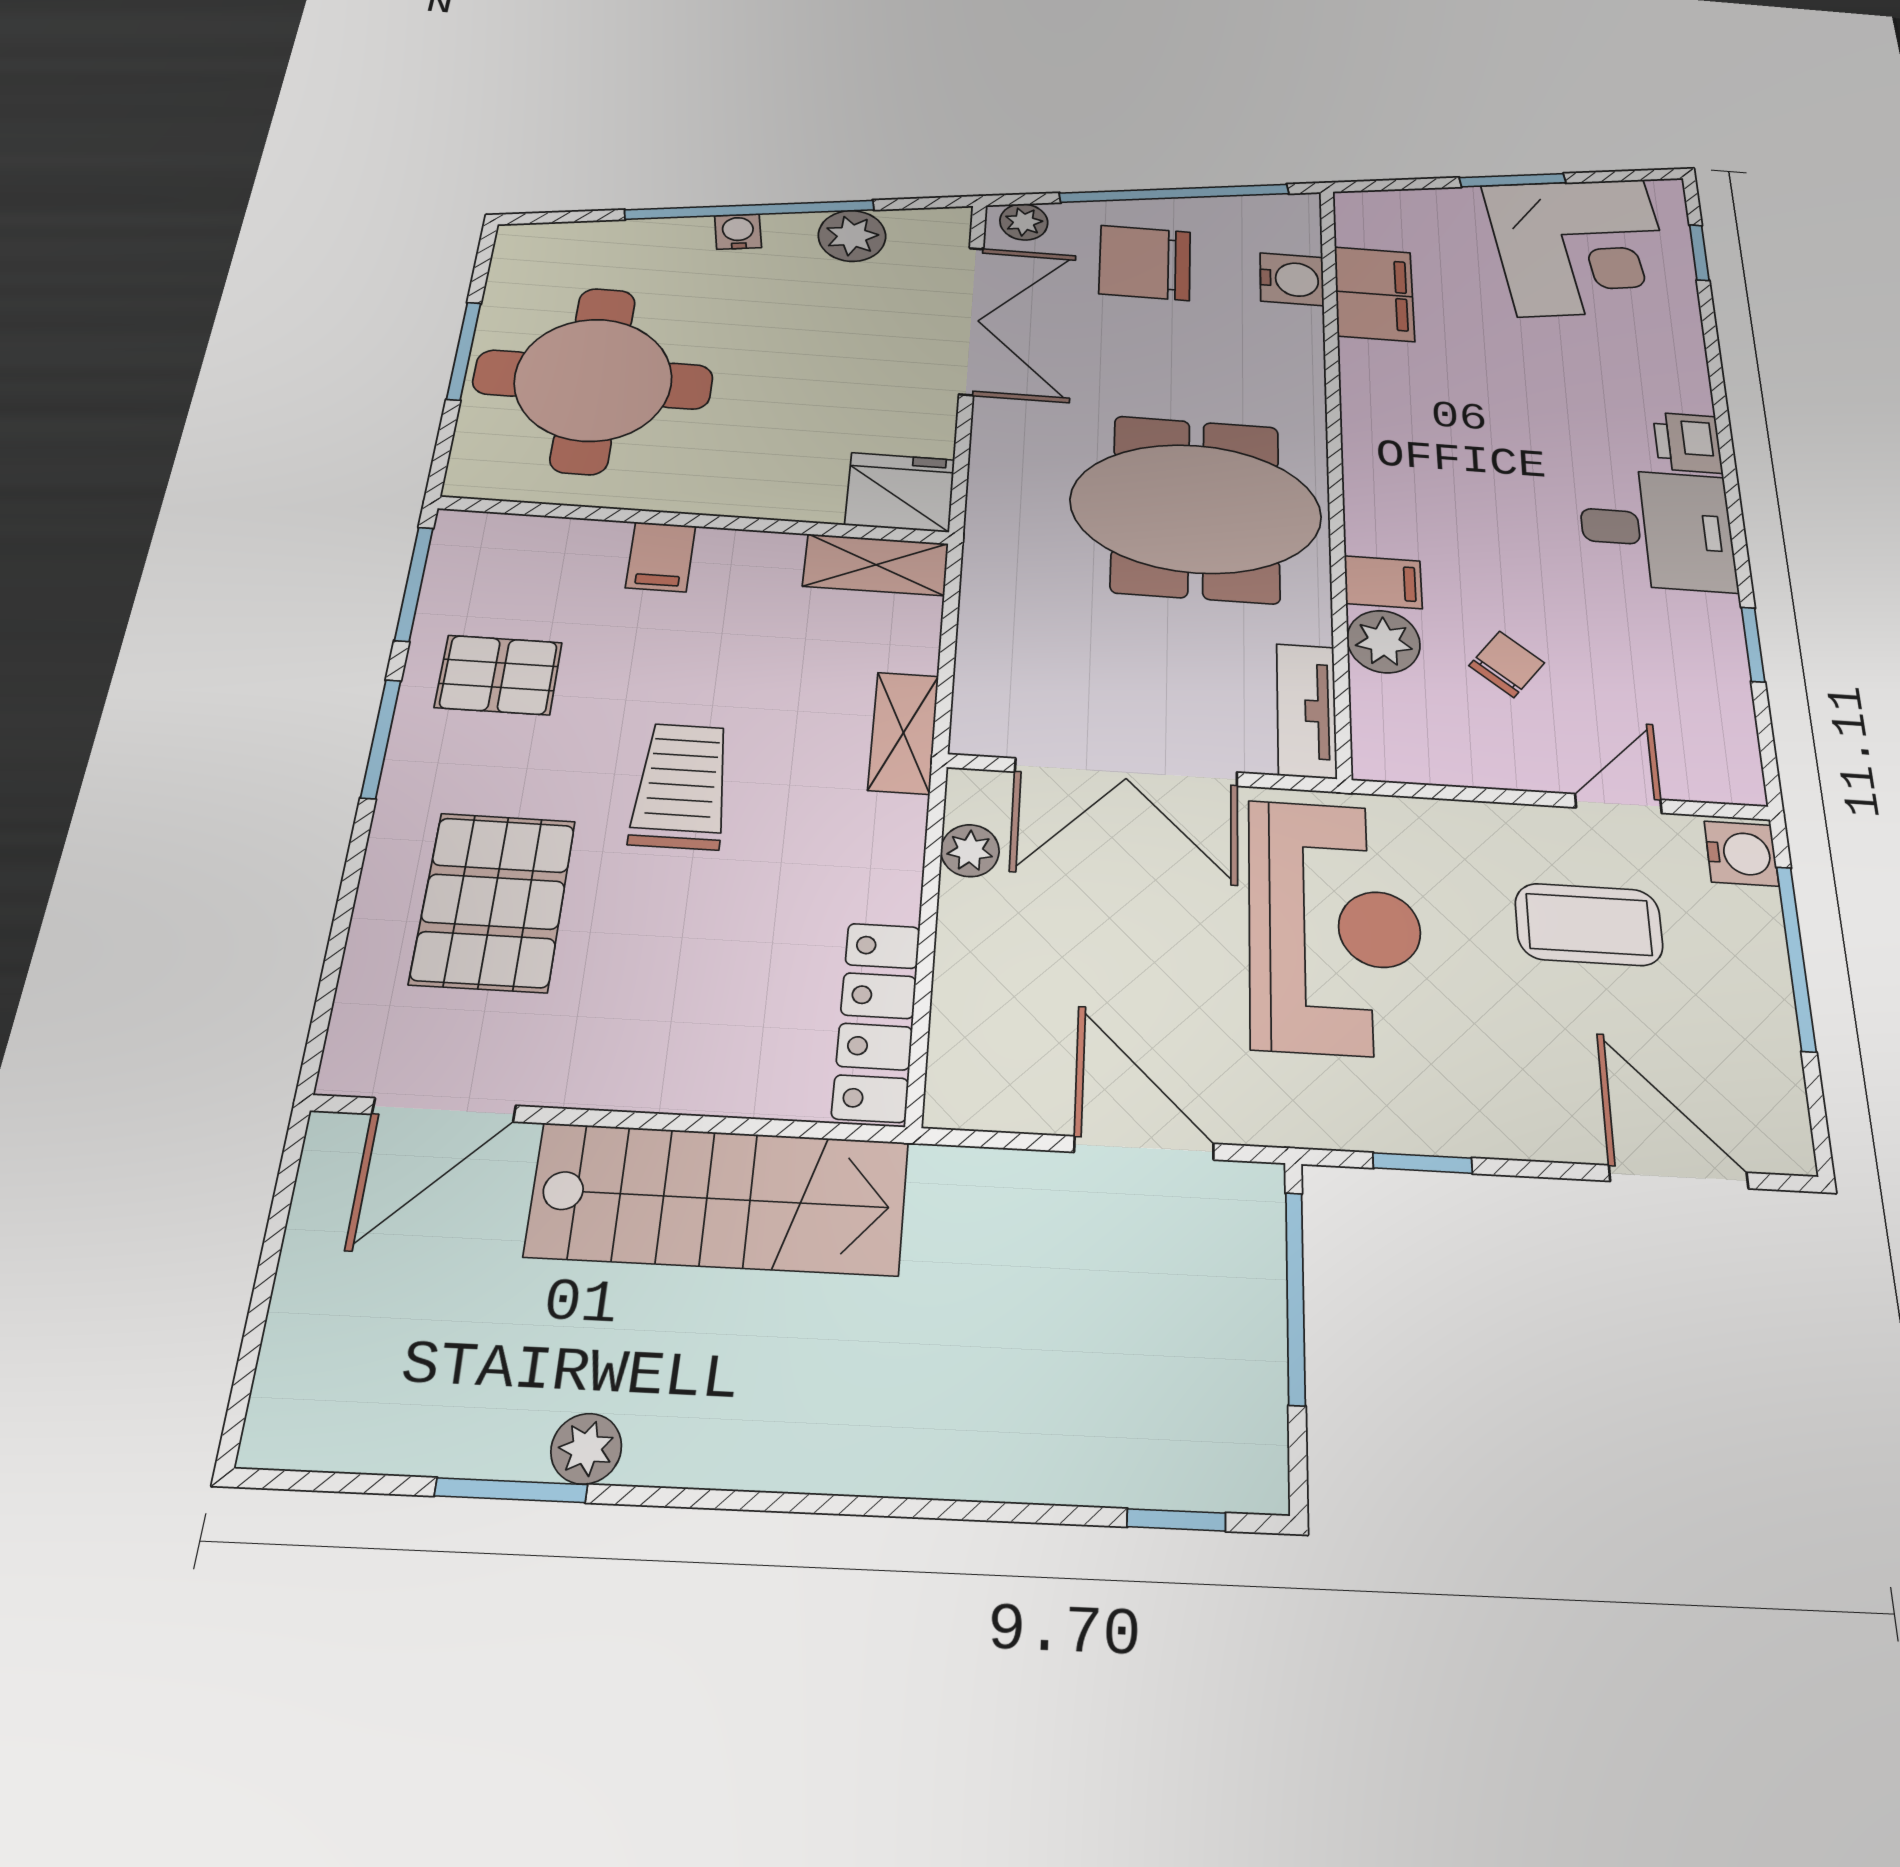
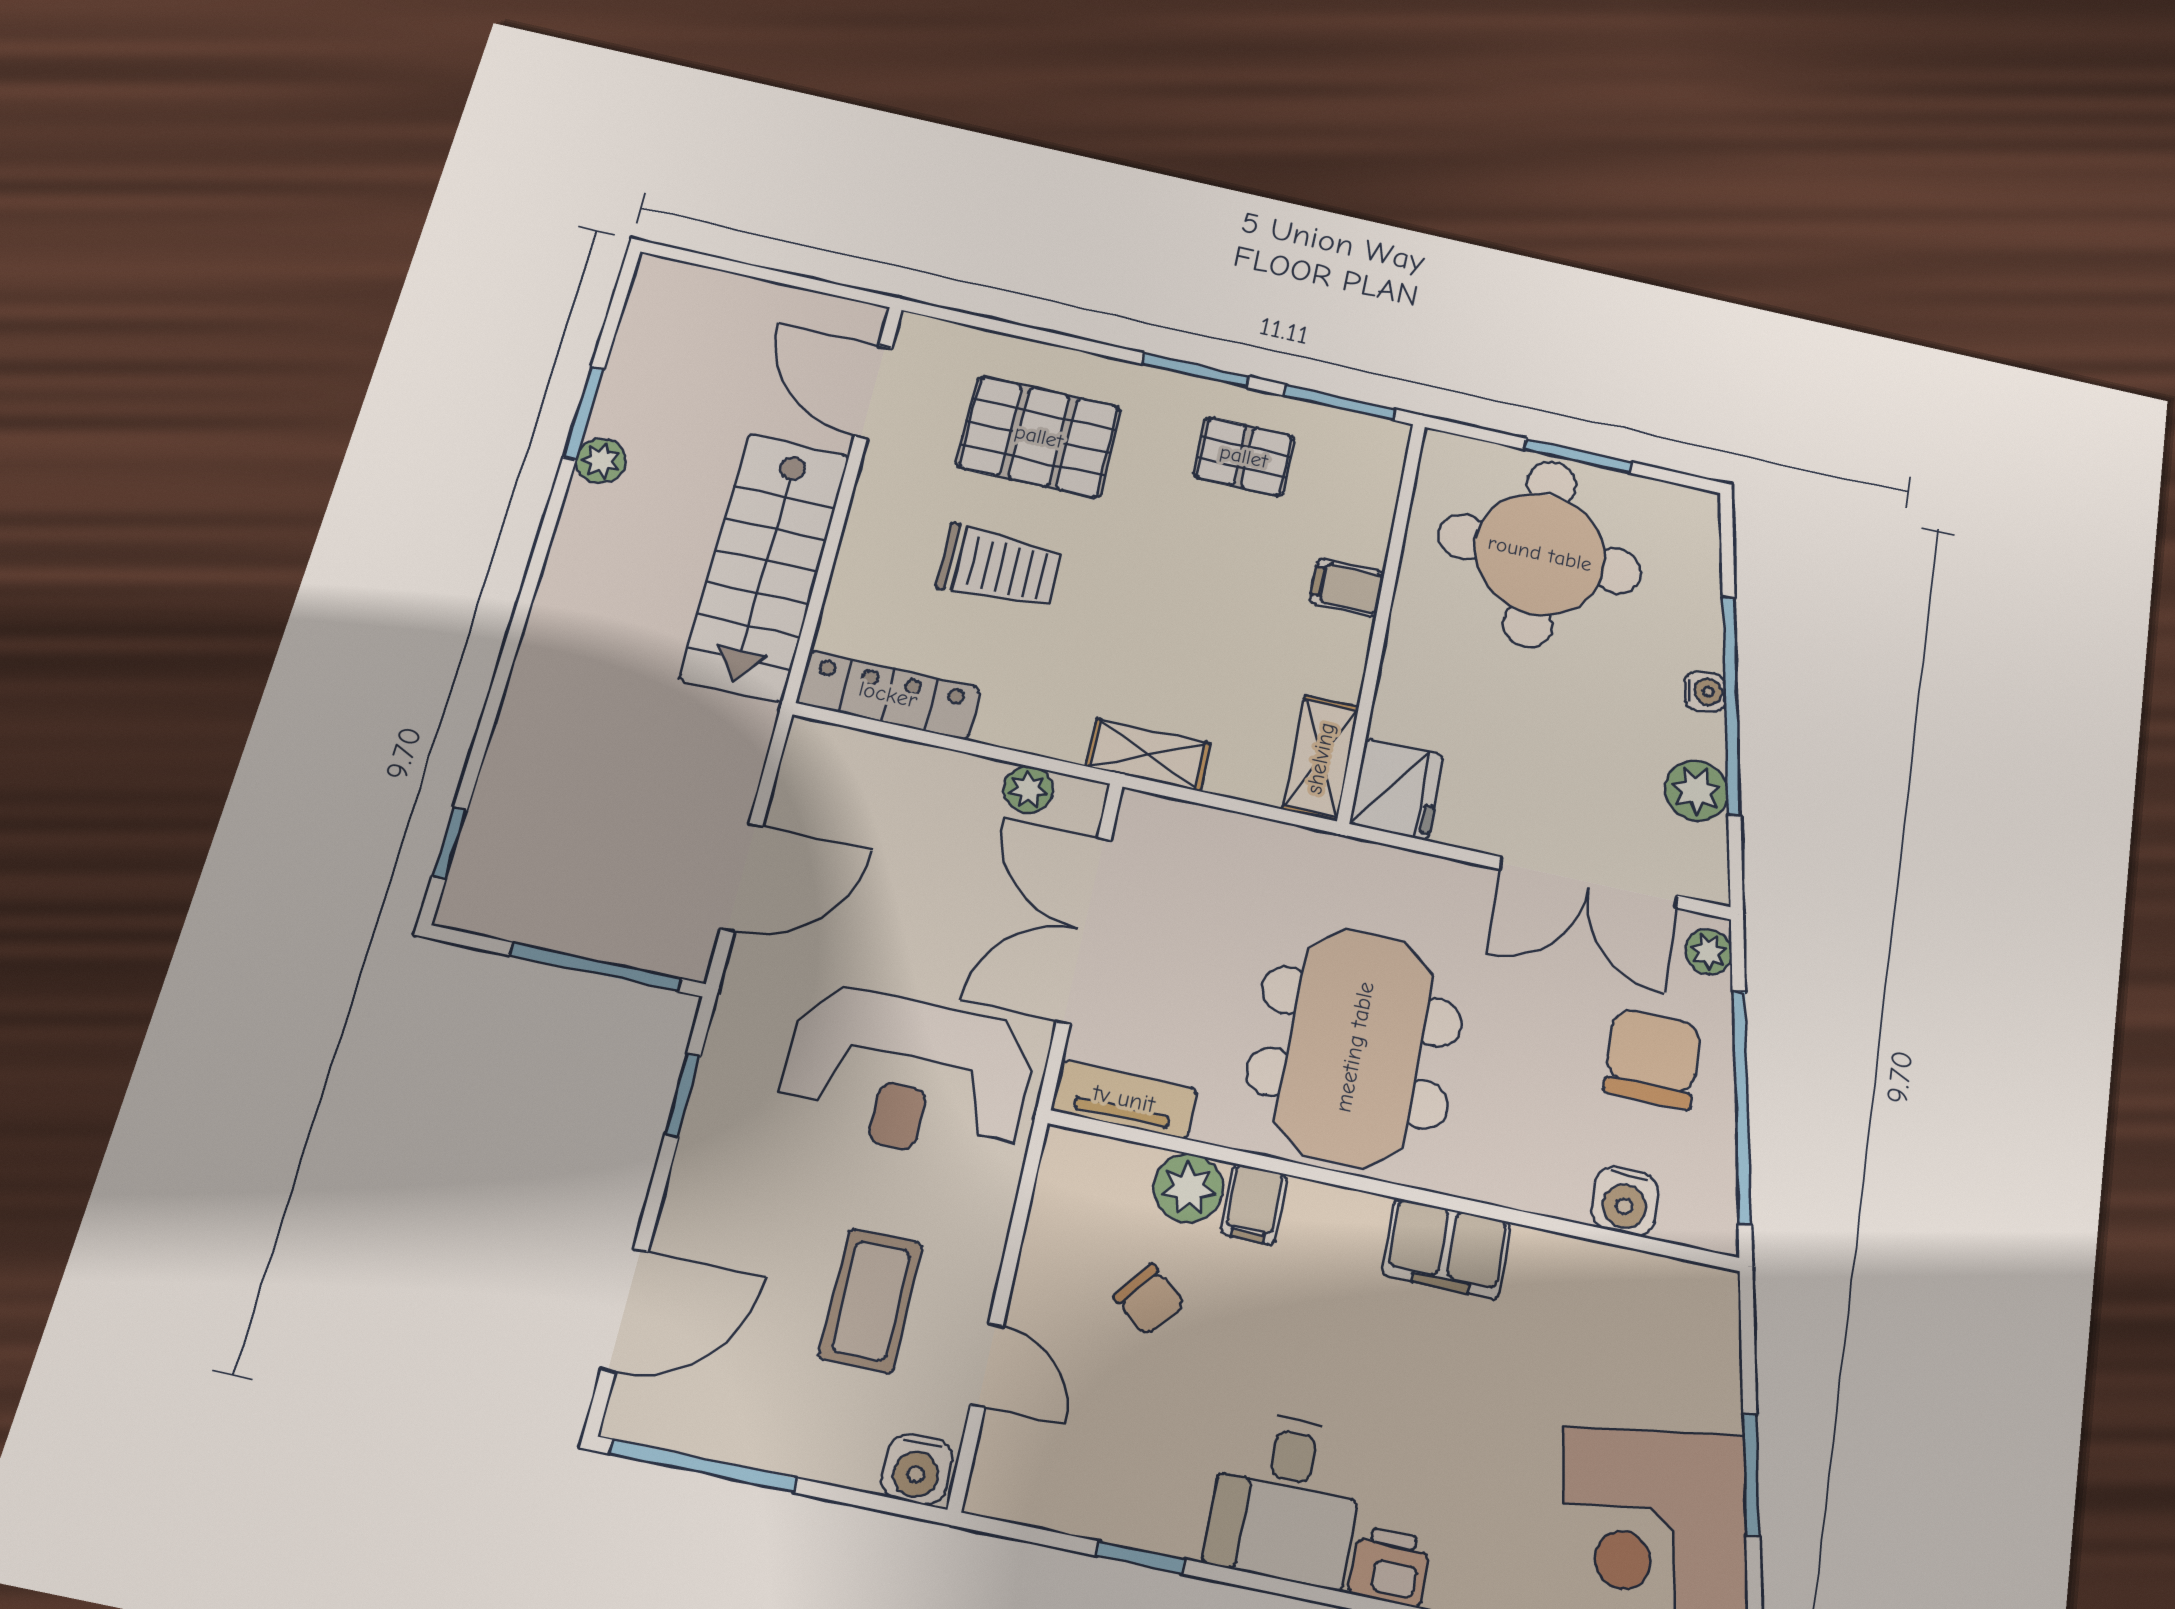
filing cabinet: (1374, 294) -> (1447, 1249), moved
pallet: (499, 675) -> (1244, 457), turned 90
trolley: (681, 786) -> (999, 567), moved
window: (1796, 958) -> (703, 1466), moved

